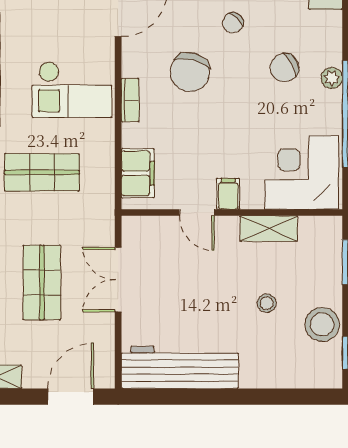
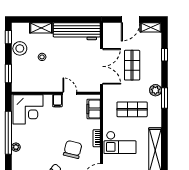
chair: (284, 68) -> (35, 151), removed
checkout: (72, 90) -> (120, 142), turned 180
shelving: (269, 229) -> (41, 28), moved
double door: (118, 280) -> (101, 66), width x1.37
door: (71, 397) -> (131, 20), moved

